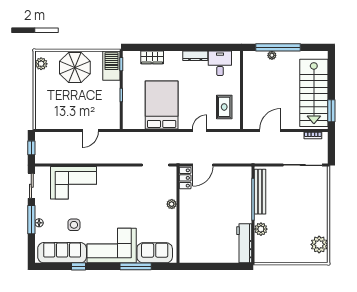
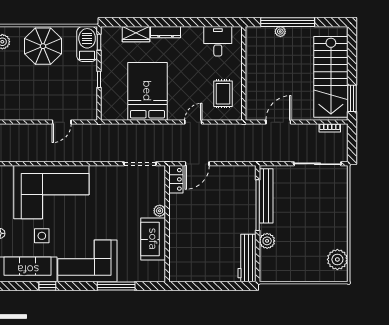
dresser: (195, 56) -> (166, 32), moved
corner sofa: (74, 183) -> (51, 192), width x1.36, depth x1.36
sofa: (155, 253) -> (153, 239), moved, turned -90

